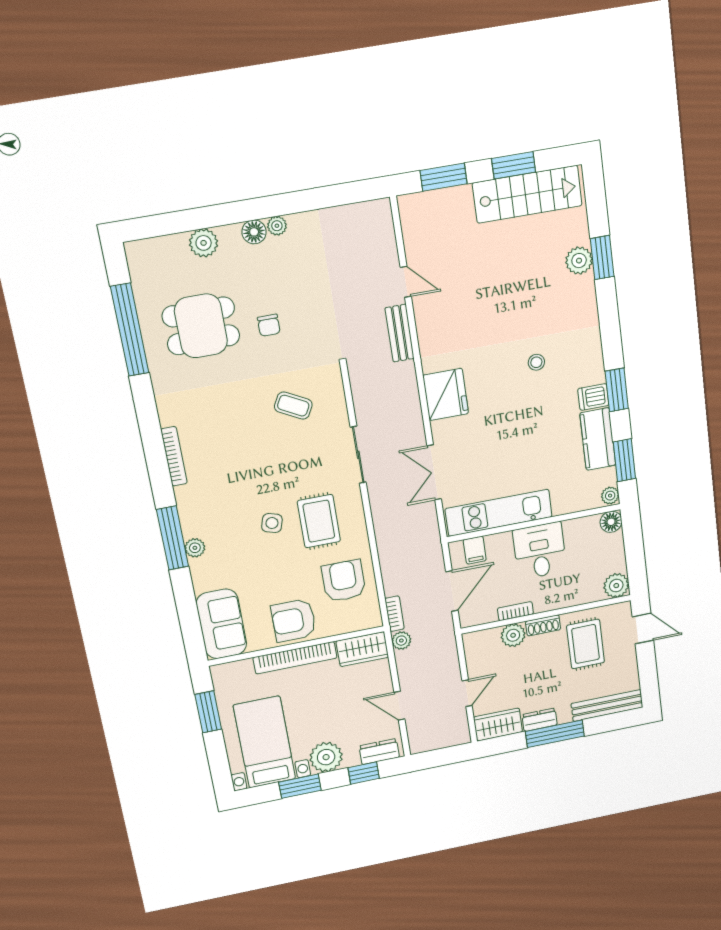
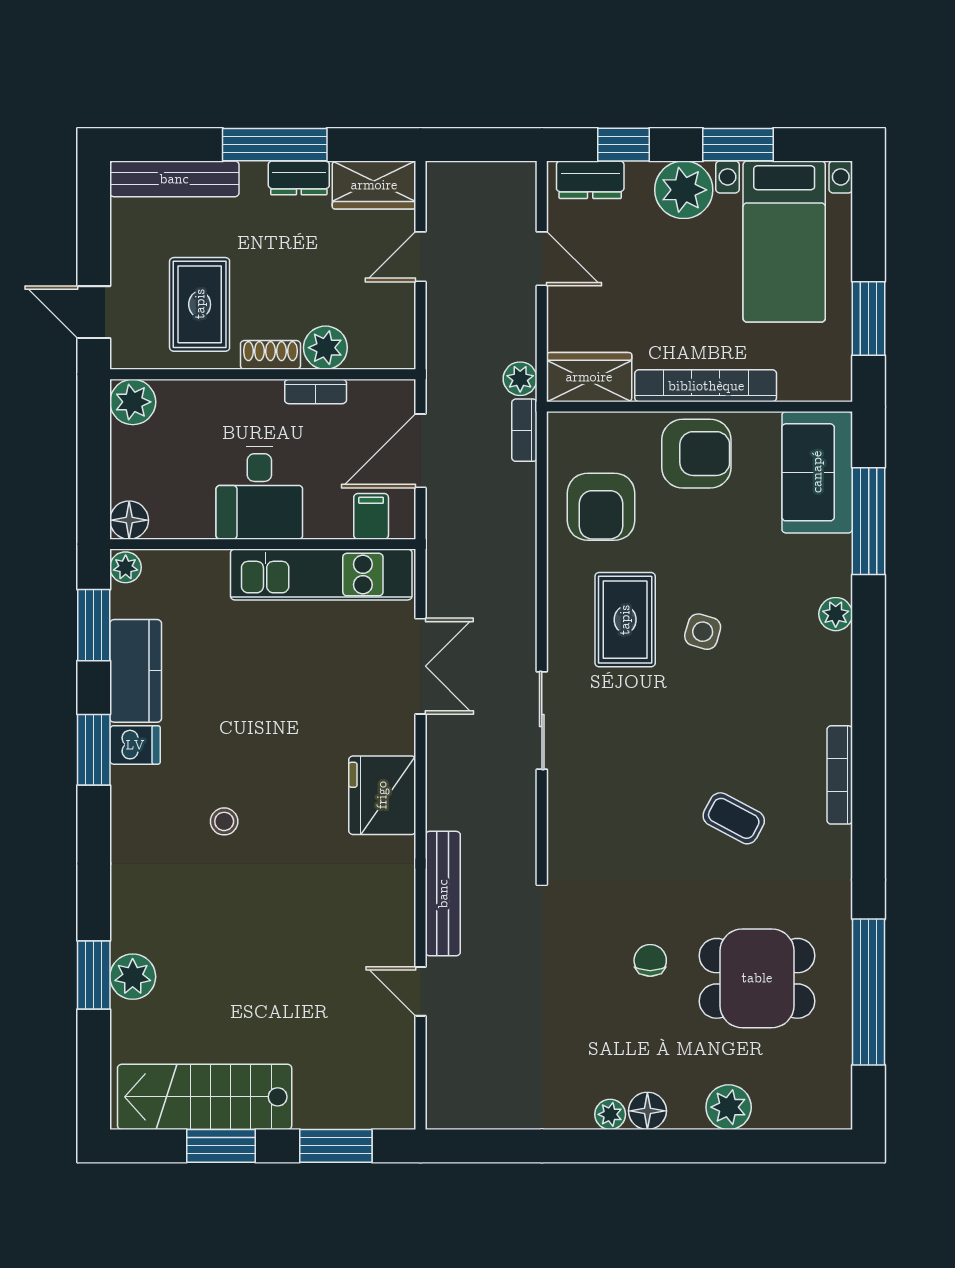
bench: (400, 333) -> (443, 894), width x1.36
coffee table: (293, 406) -> (734, 818), moved
window: (172, 538) -> (869, 521), moved

